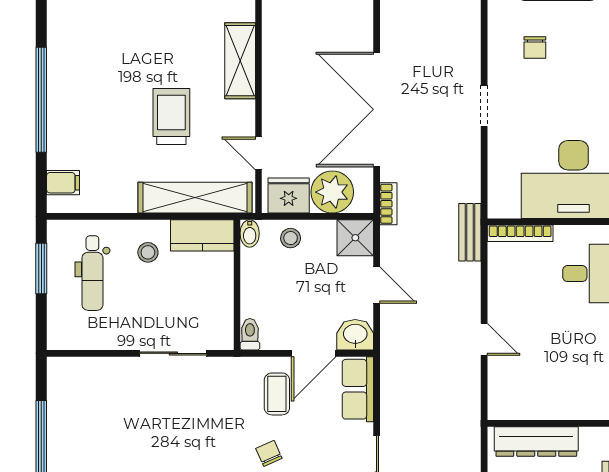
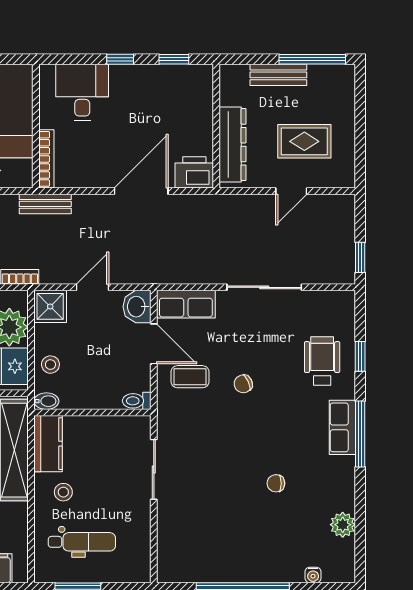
door: (484, 339) -> (141, 191), width x1.88
printer: (505, 399) -> (194, 172), added

